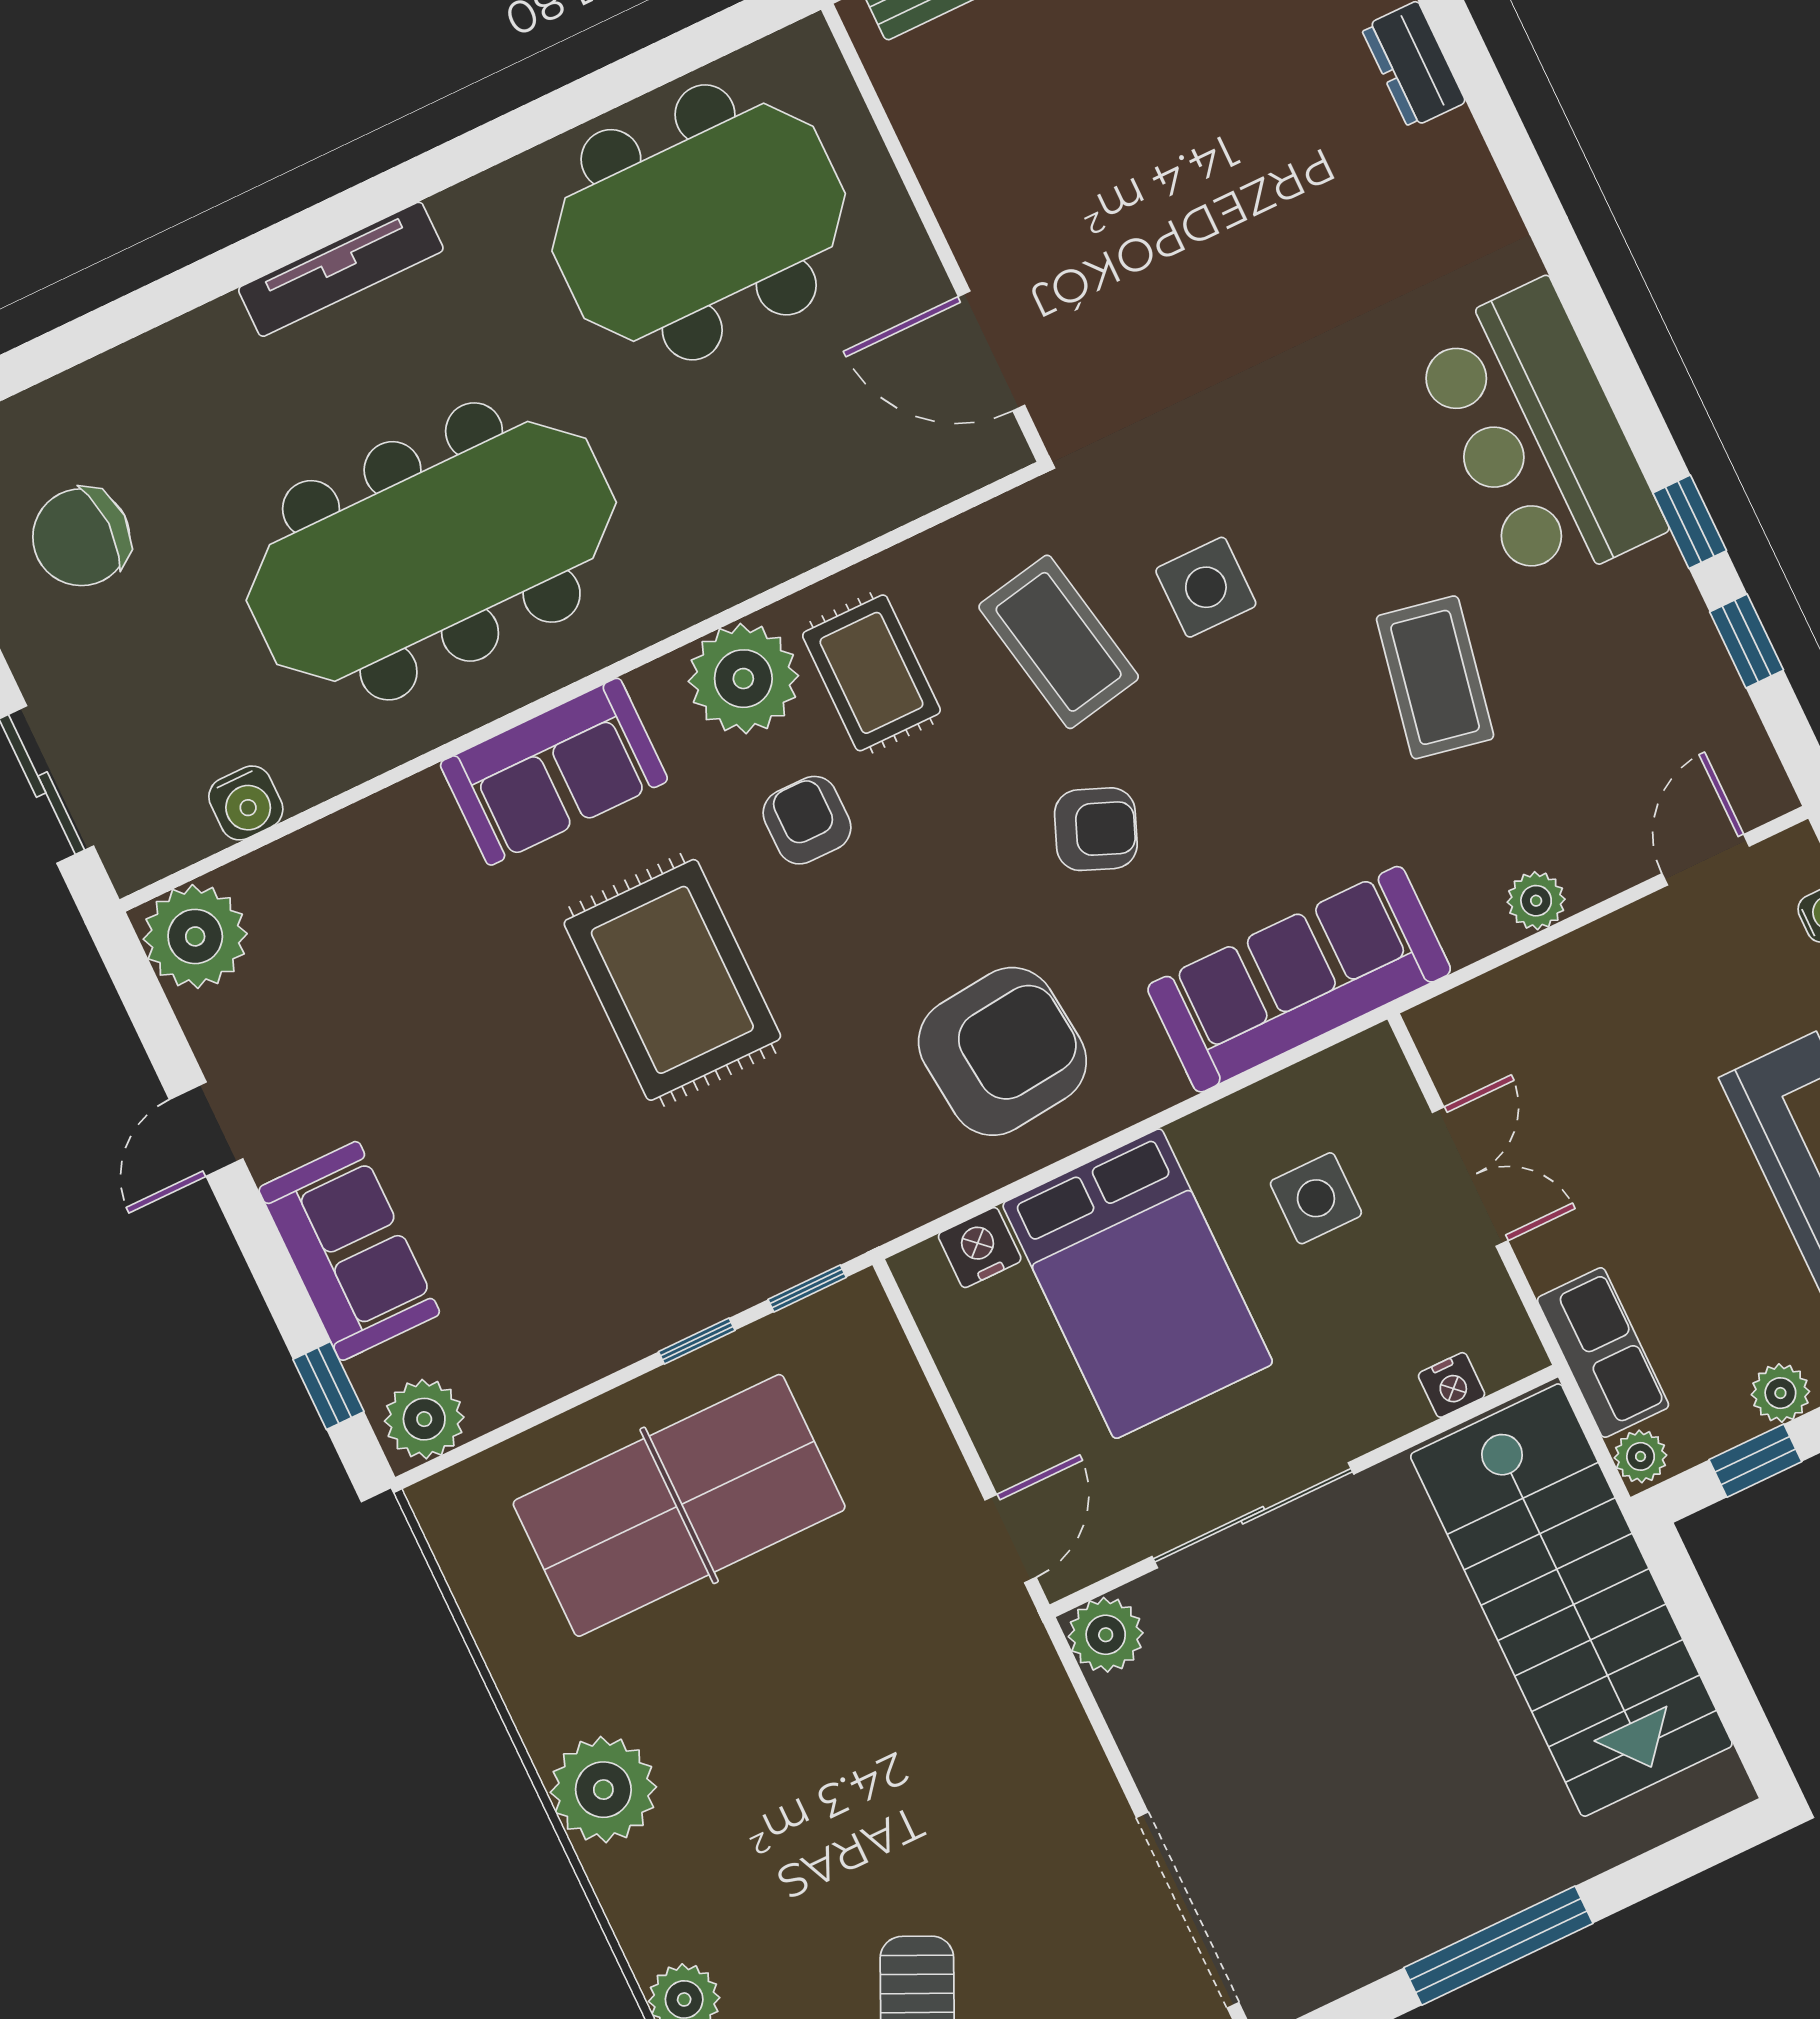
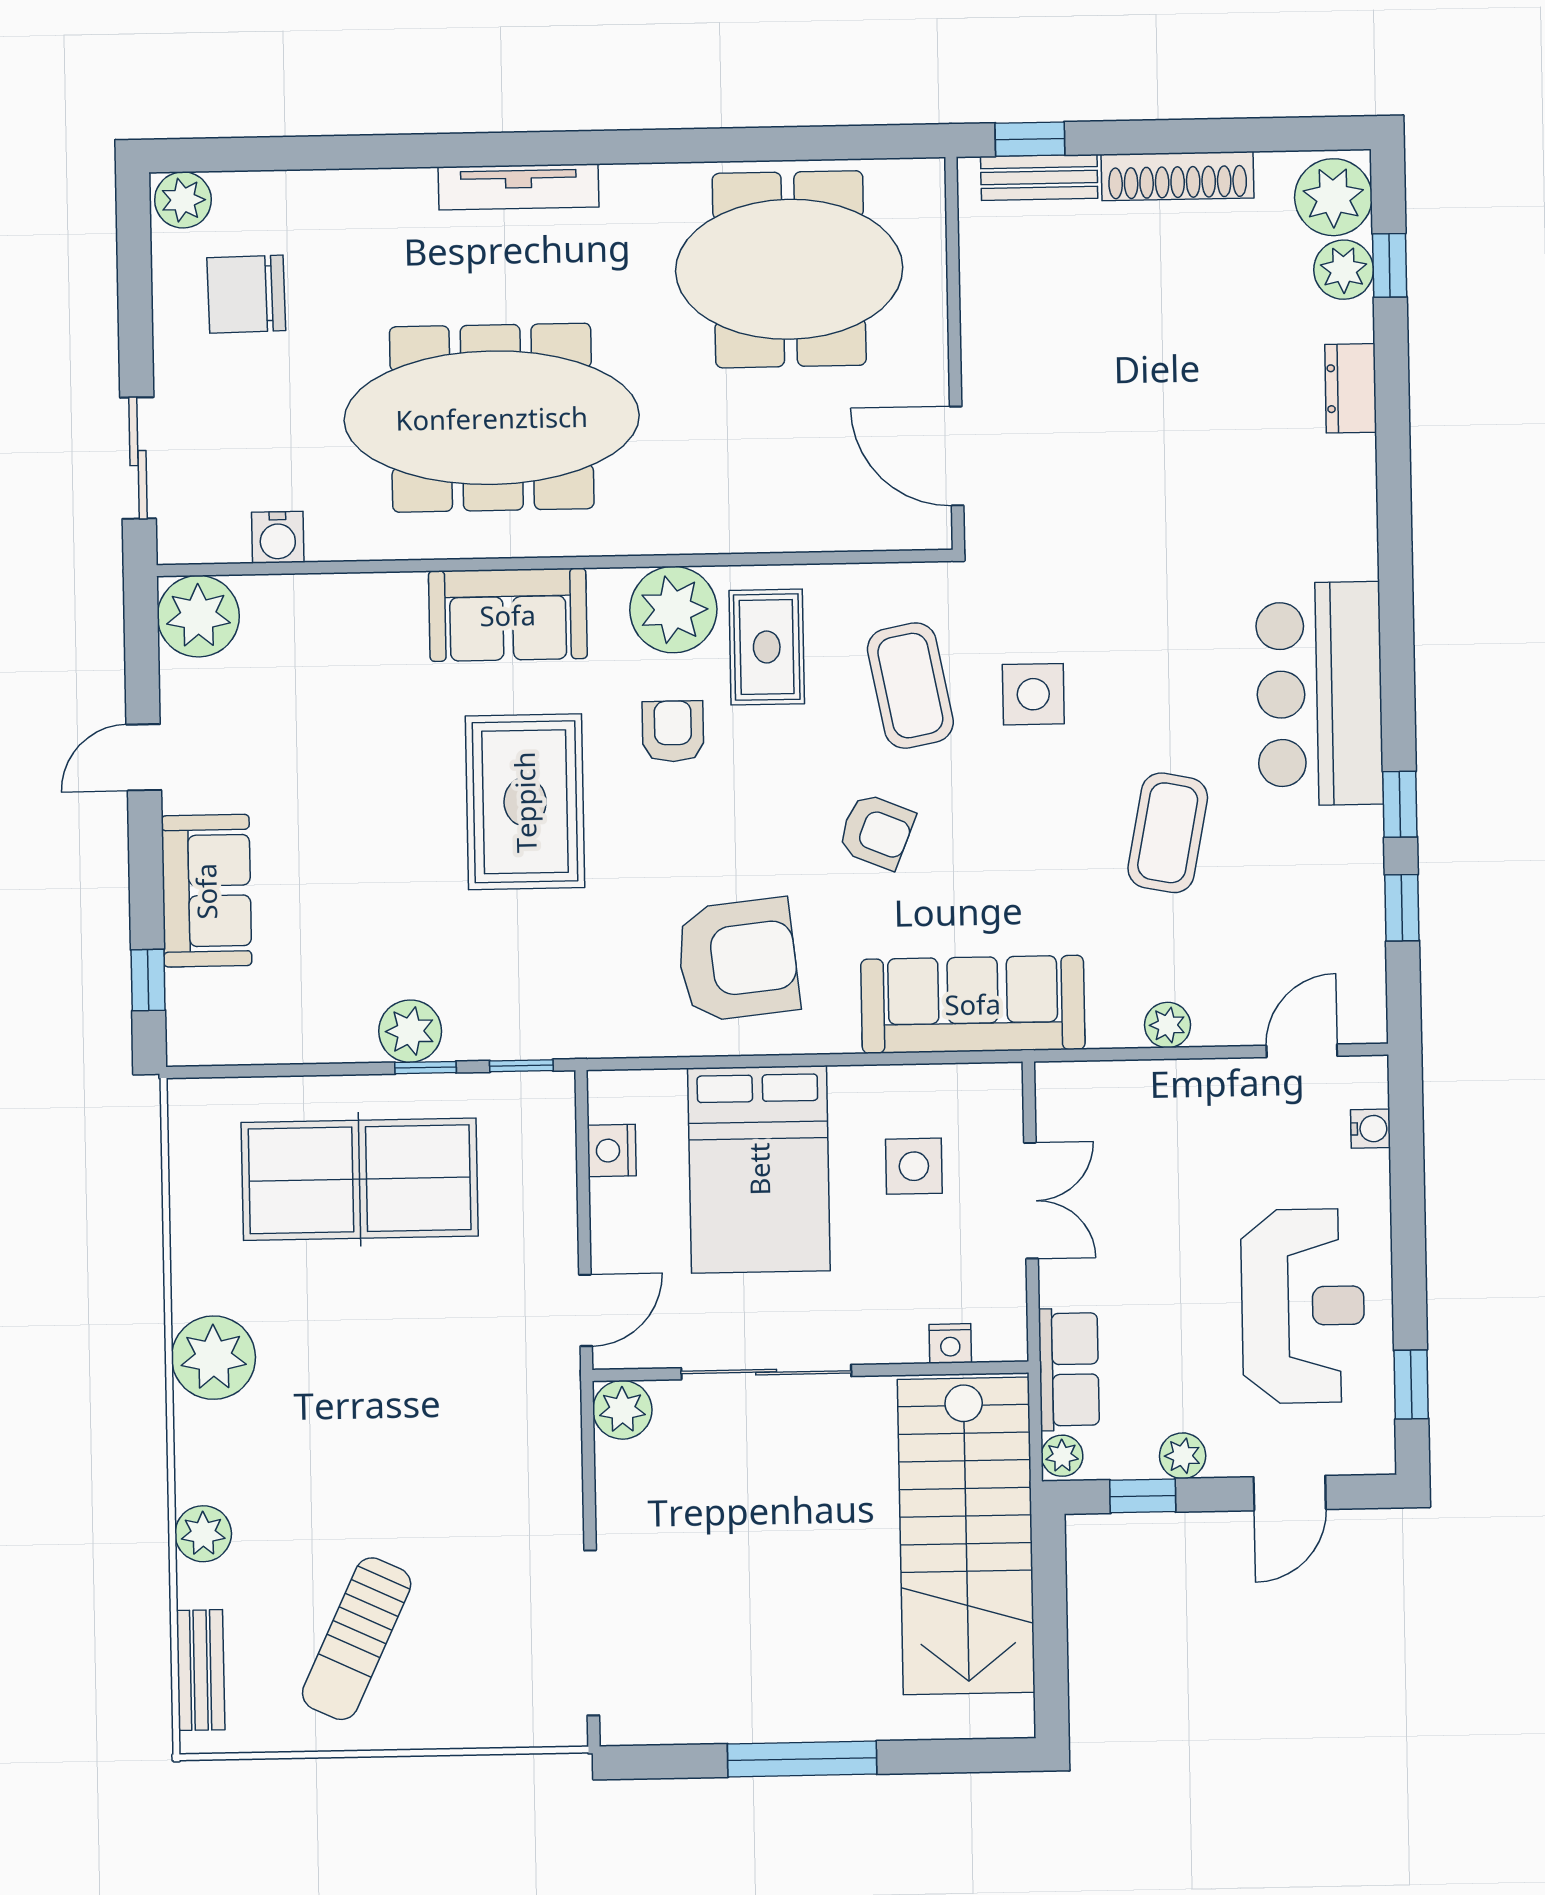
nightstand: (980, 1248) -> (612, 1151), moved, turned -90
plant: (424, 1419) -> (410, 1031), moved

